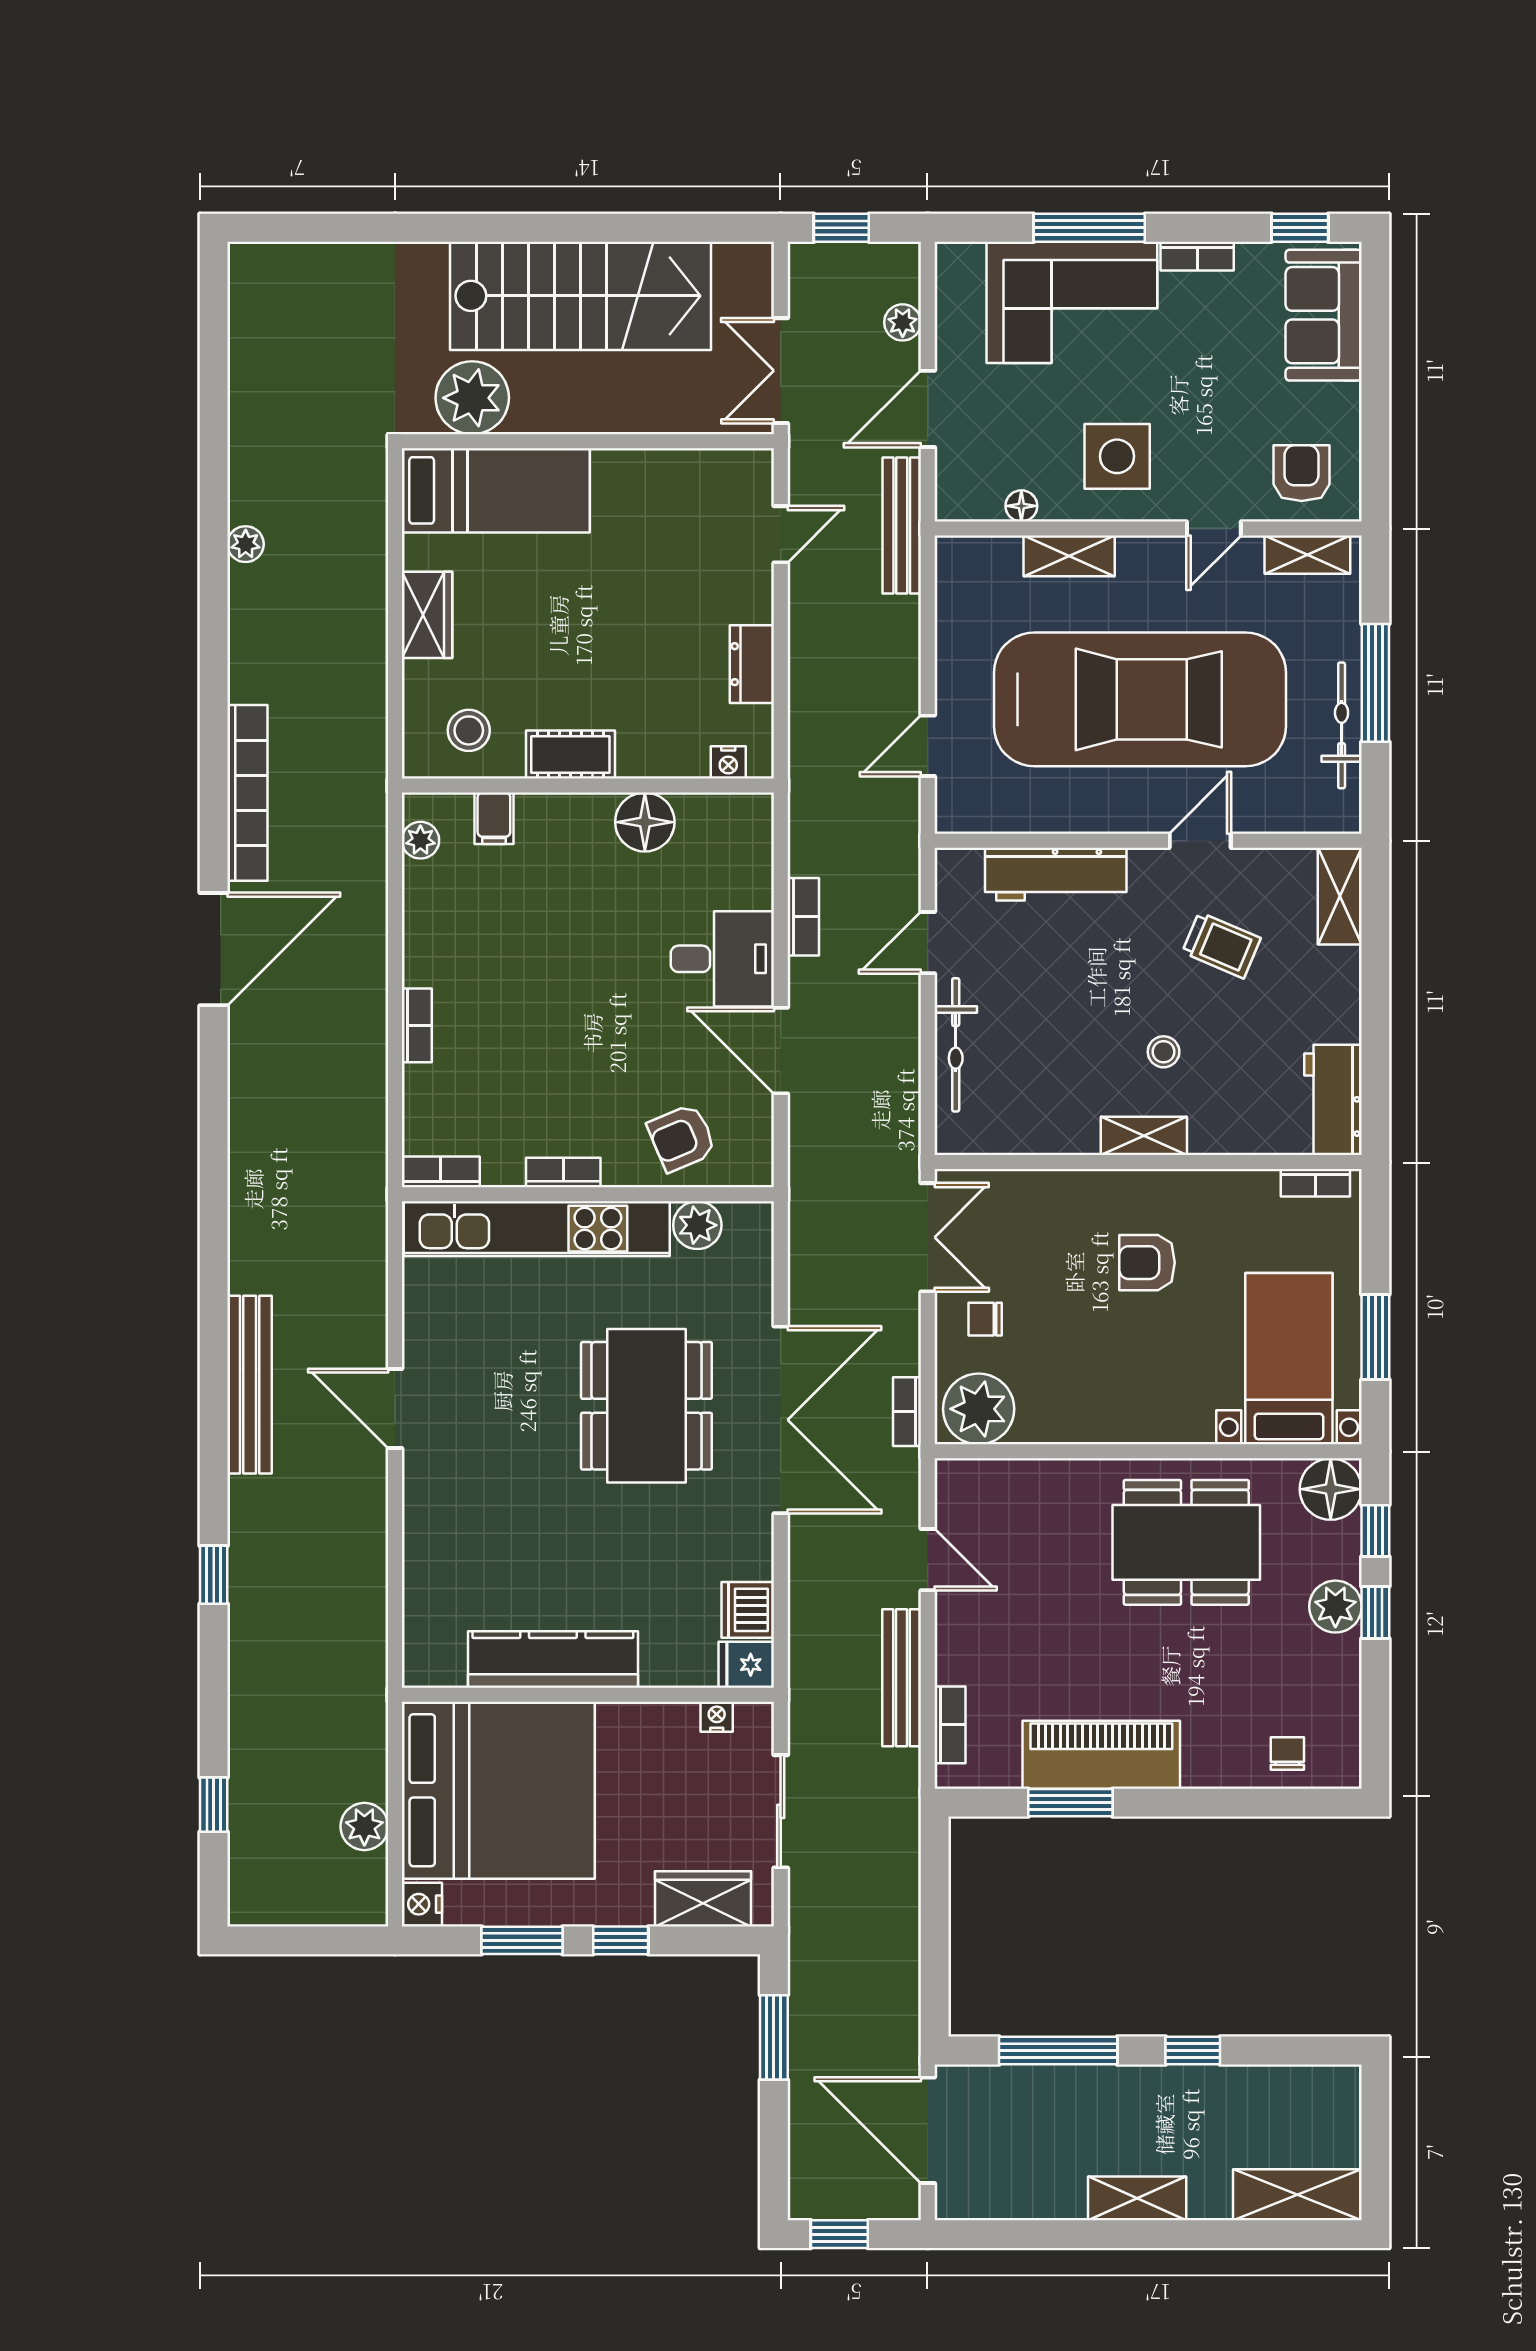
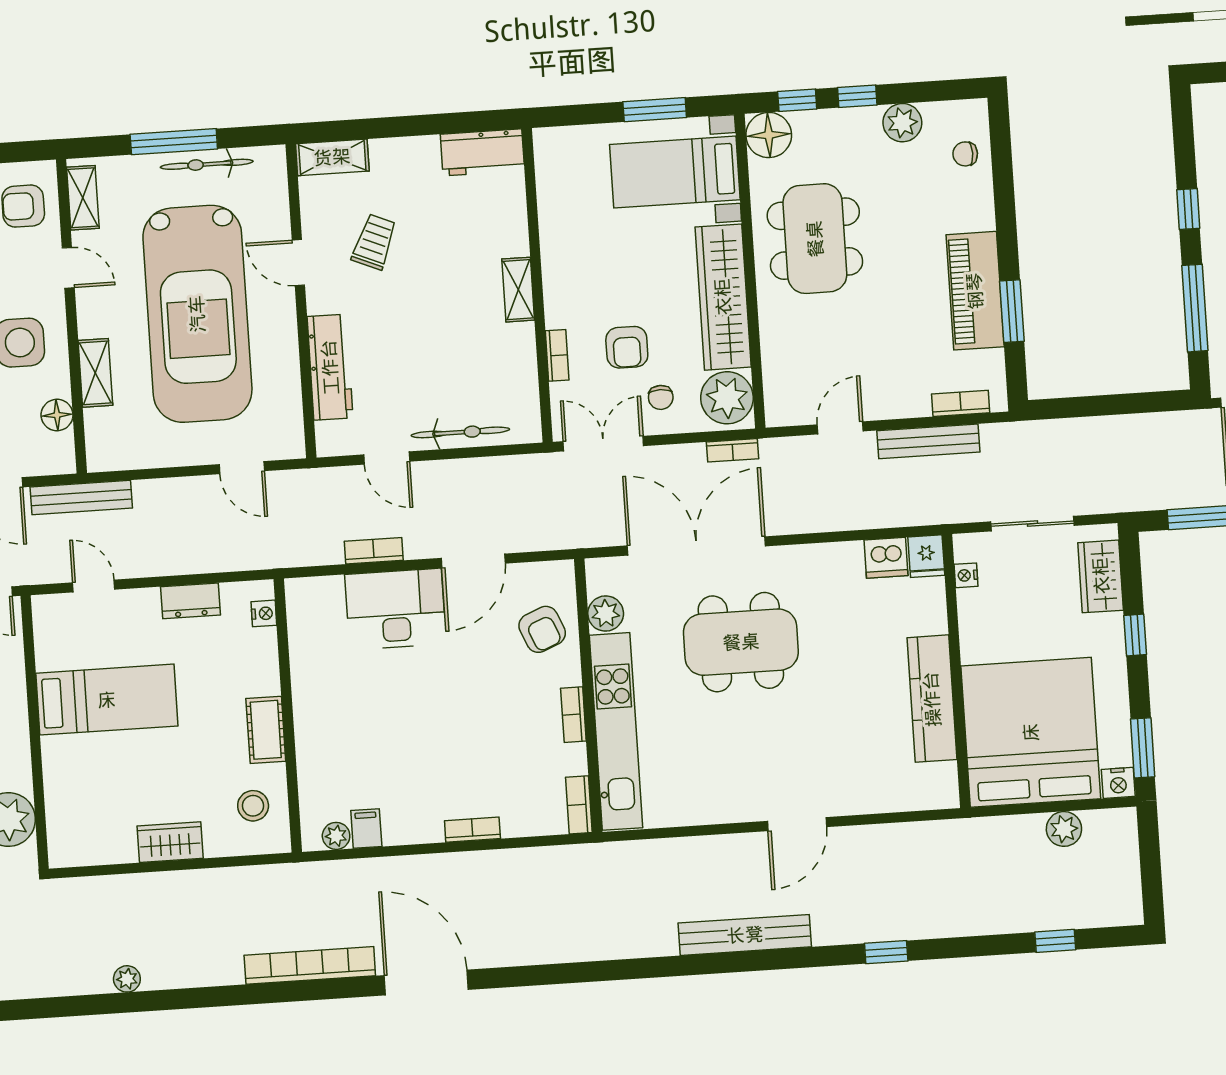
bed: (496, 490) -> (107, 700), moved, turned 90
floor lamp: (1021, 506) -> (57, 415), width x1.37, depth x1.37
car: (1140, 699) -> (197, 314), turned 180
filing cabinet: (494, 818) -> (366, 829), moved, turned -90
floor lamp: (645, 822) -> (312, 672), removed
desk: (722, 959) -> (395, 609), width x1.37
stool: (1164, 1052) -> (455, 279), removed
bookcase: (1315, 1183) -> (557, 355), moved
armchair: (1147, 1263) -> (627, 347), moved
door: (395, 1408) -> (797, 824), moved
wardrobe: (1115, 1413) -> (723, 297), added
double door: (781, 1420) -> (696, 546), moved
plant: (1335, 1607) -> (902, 123), moved
window: (522, 1940) -> (1143, 748), moved

